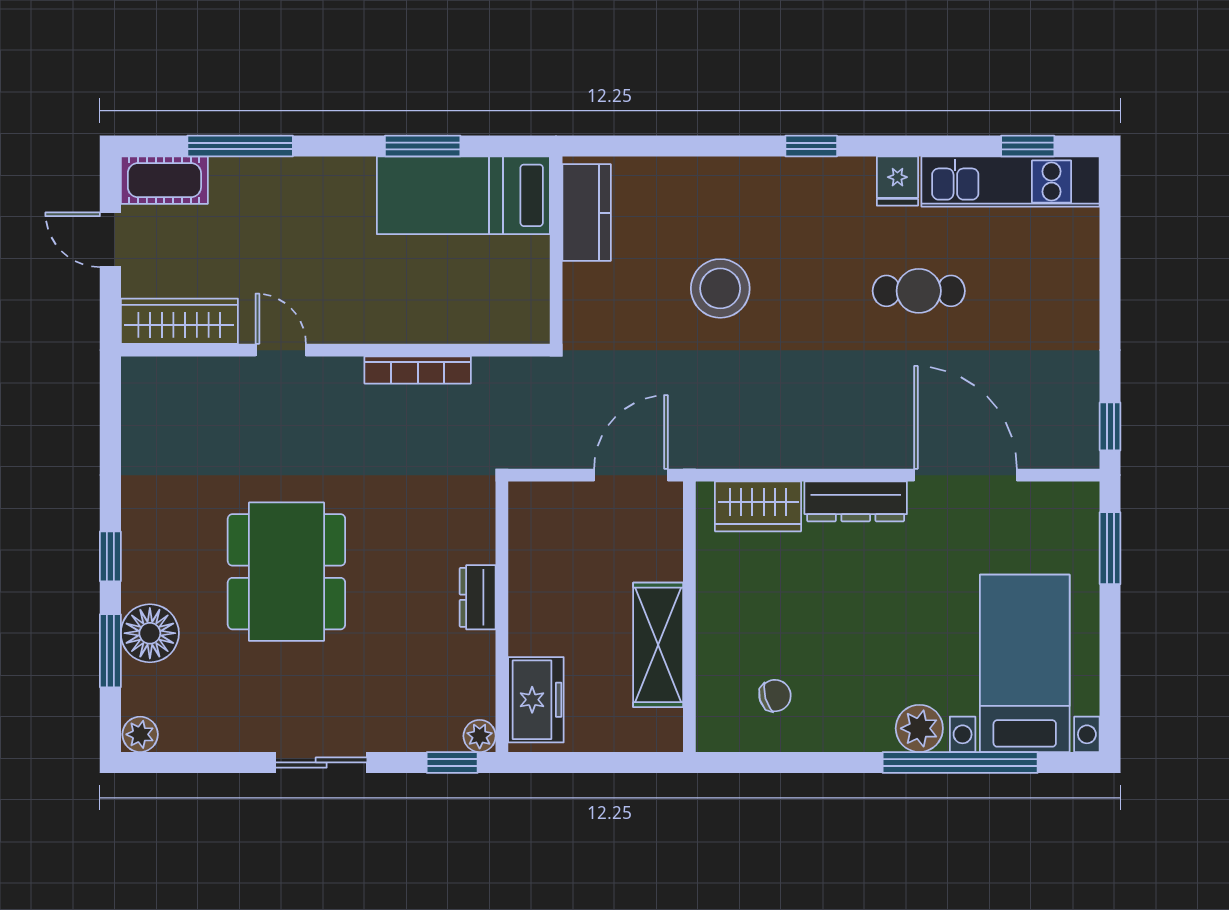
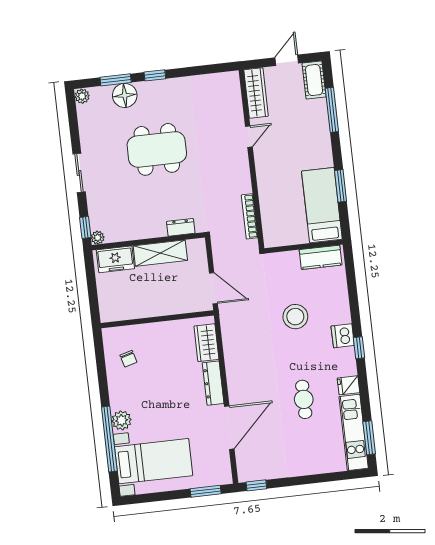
window: (1028, 146) -> (369, 438), width x1.50
dishwasher: (779, 181) -> (343, 336), added
bookcase: (418, 370) -> (250, 216), moved
dresser: (478, 597) -> (181, 227), moved
shelving: (658, 645) -> (160, 253), moved

